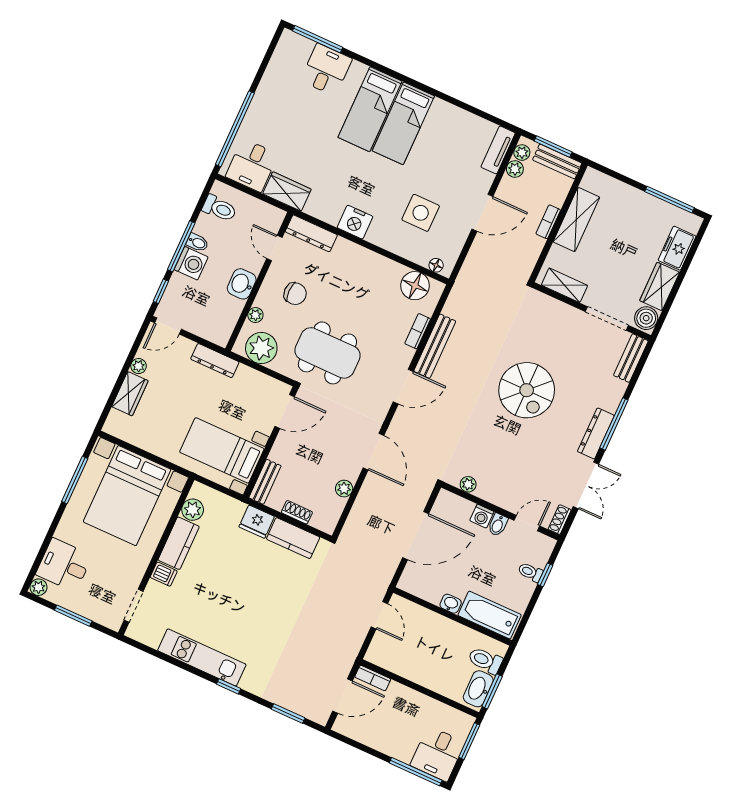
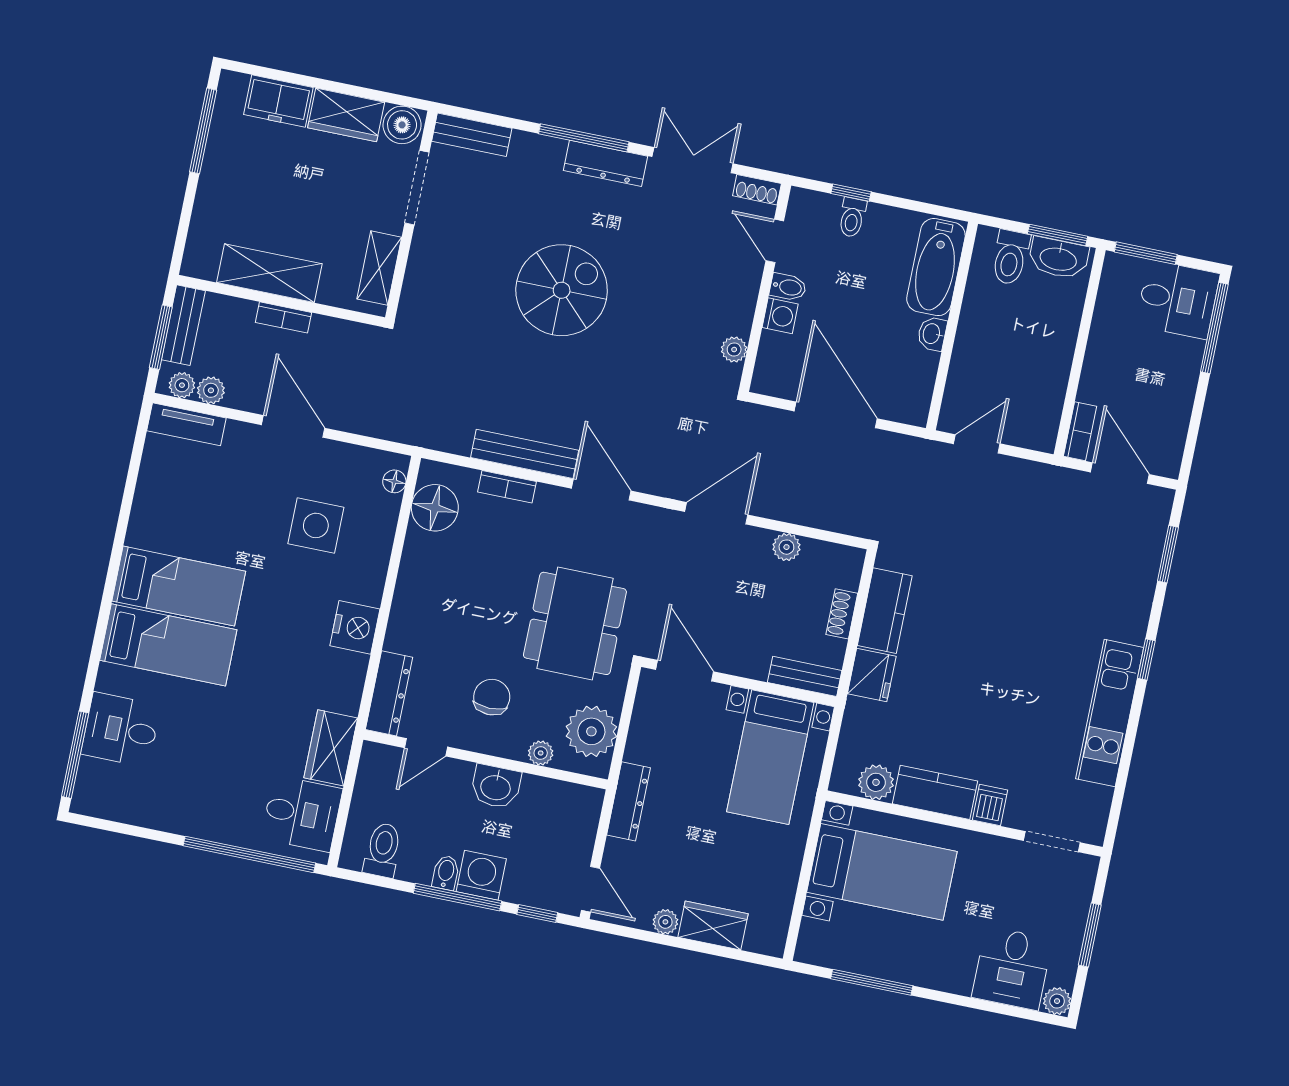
bed with nightstands: (127, 496) -> (882, 872), width x0.73

